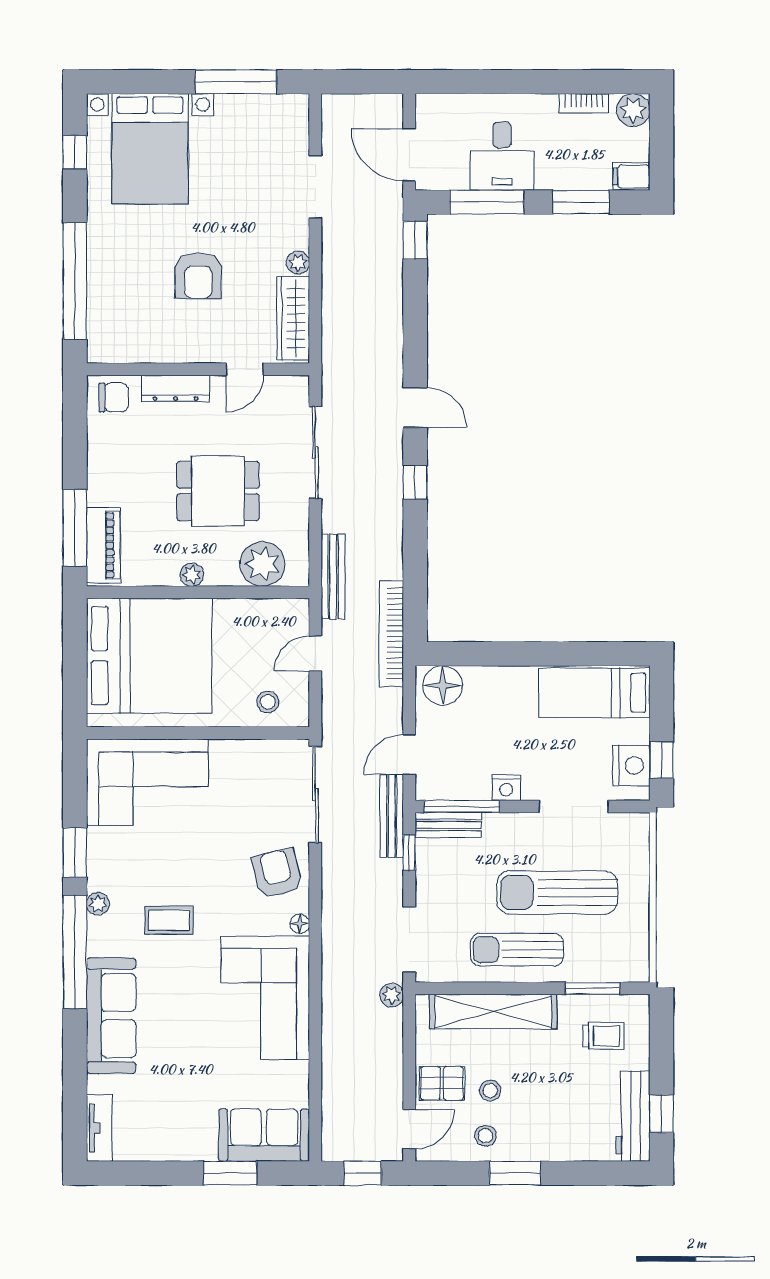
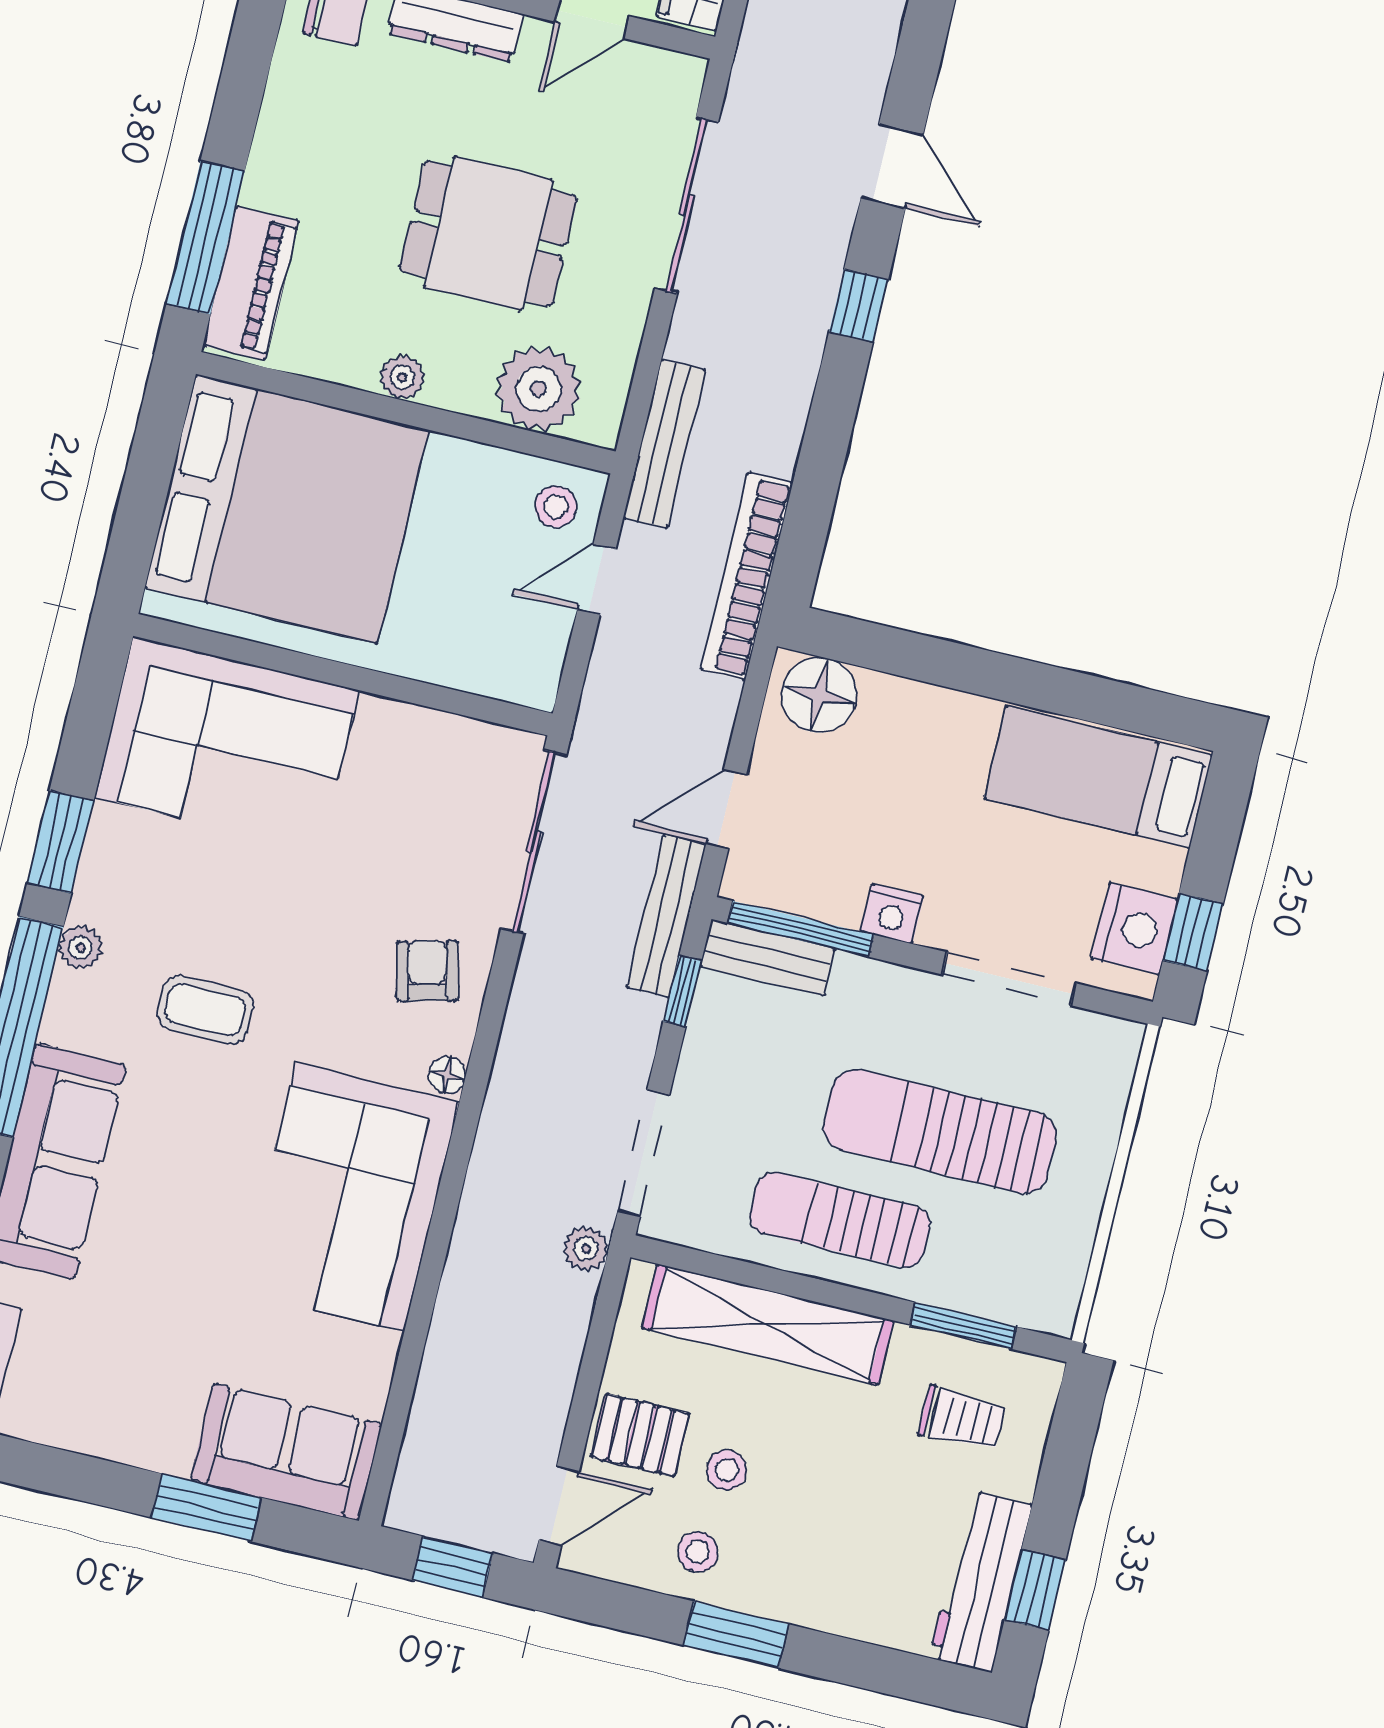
stool: (268, 702) -> (556, 507), moved
armchair: (277, 873) -> (427, 971), width x0.72, depth x0.72

